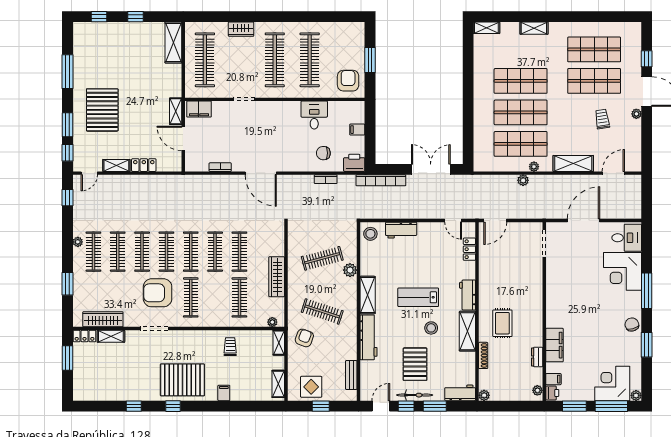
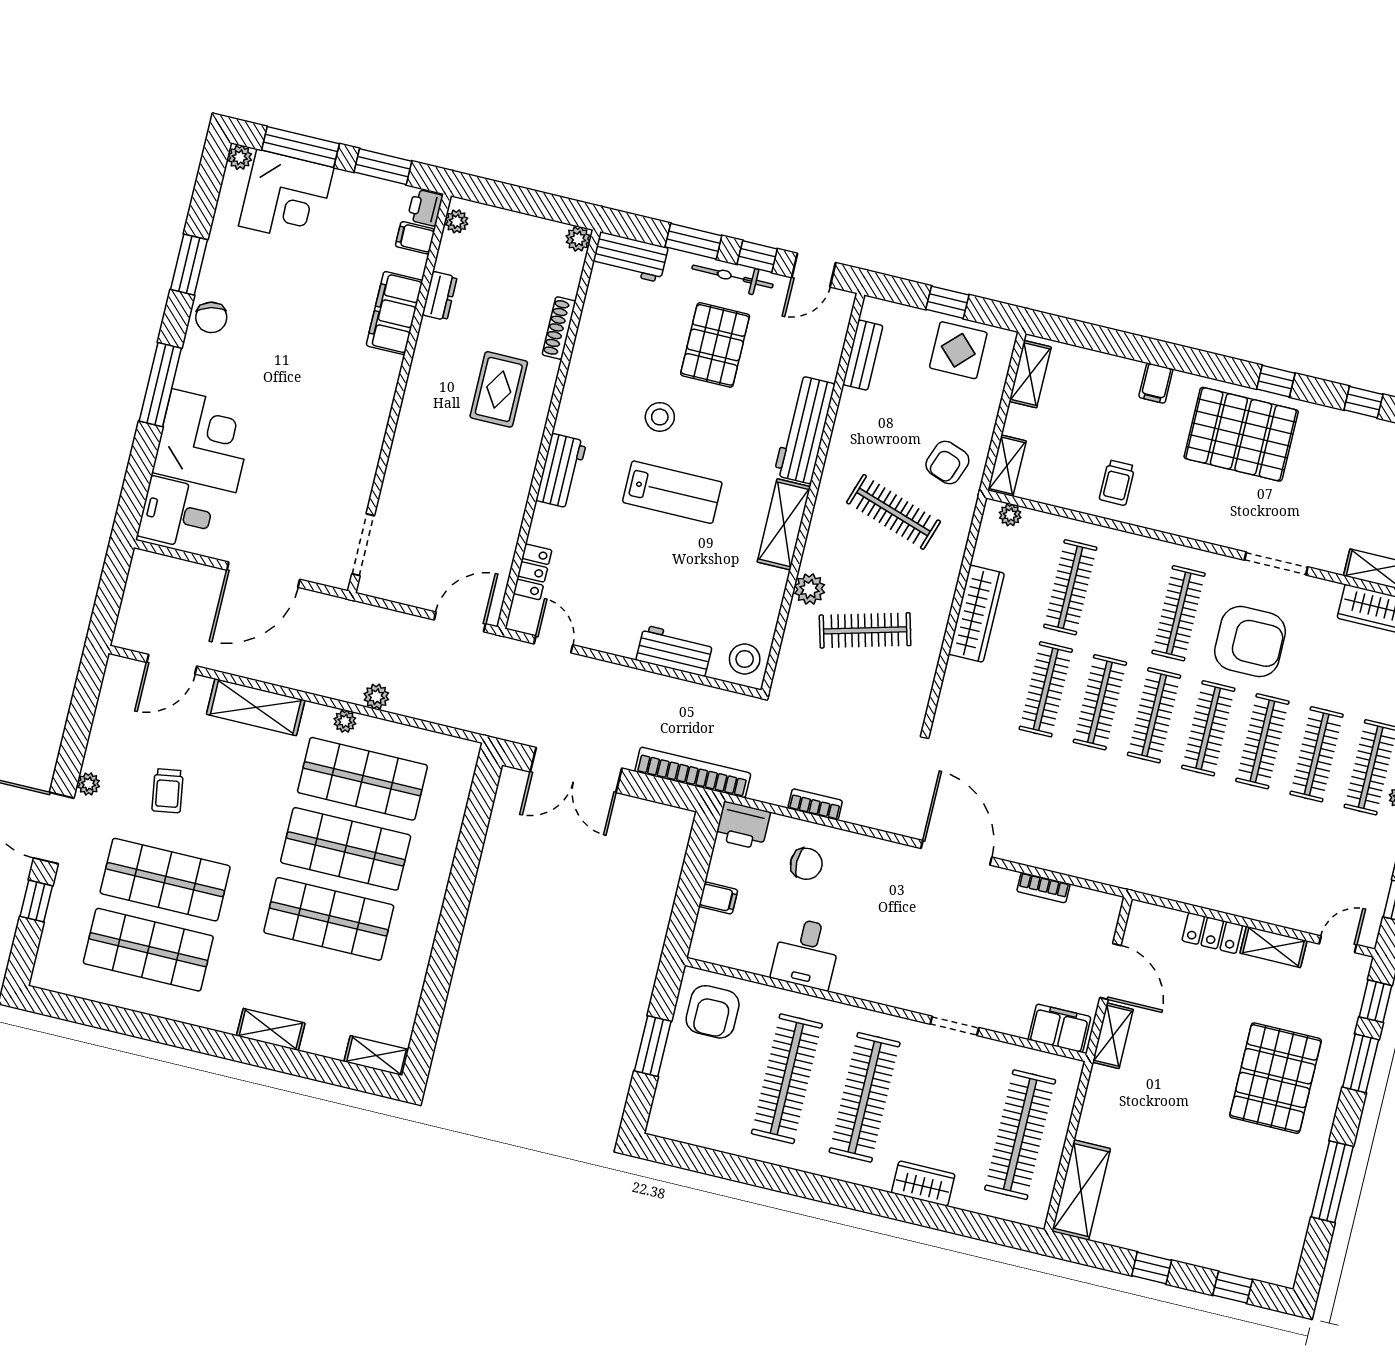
shelving: (467, 331) -> (581, 390), removed

